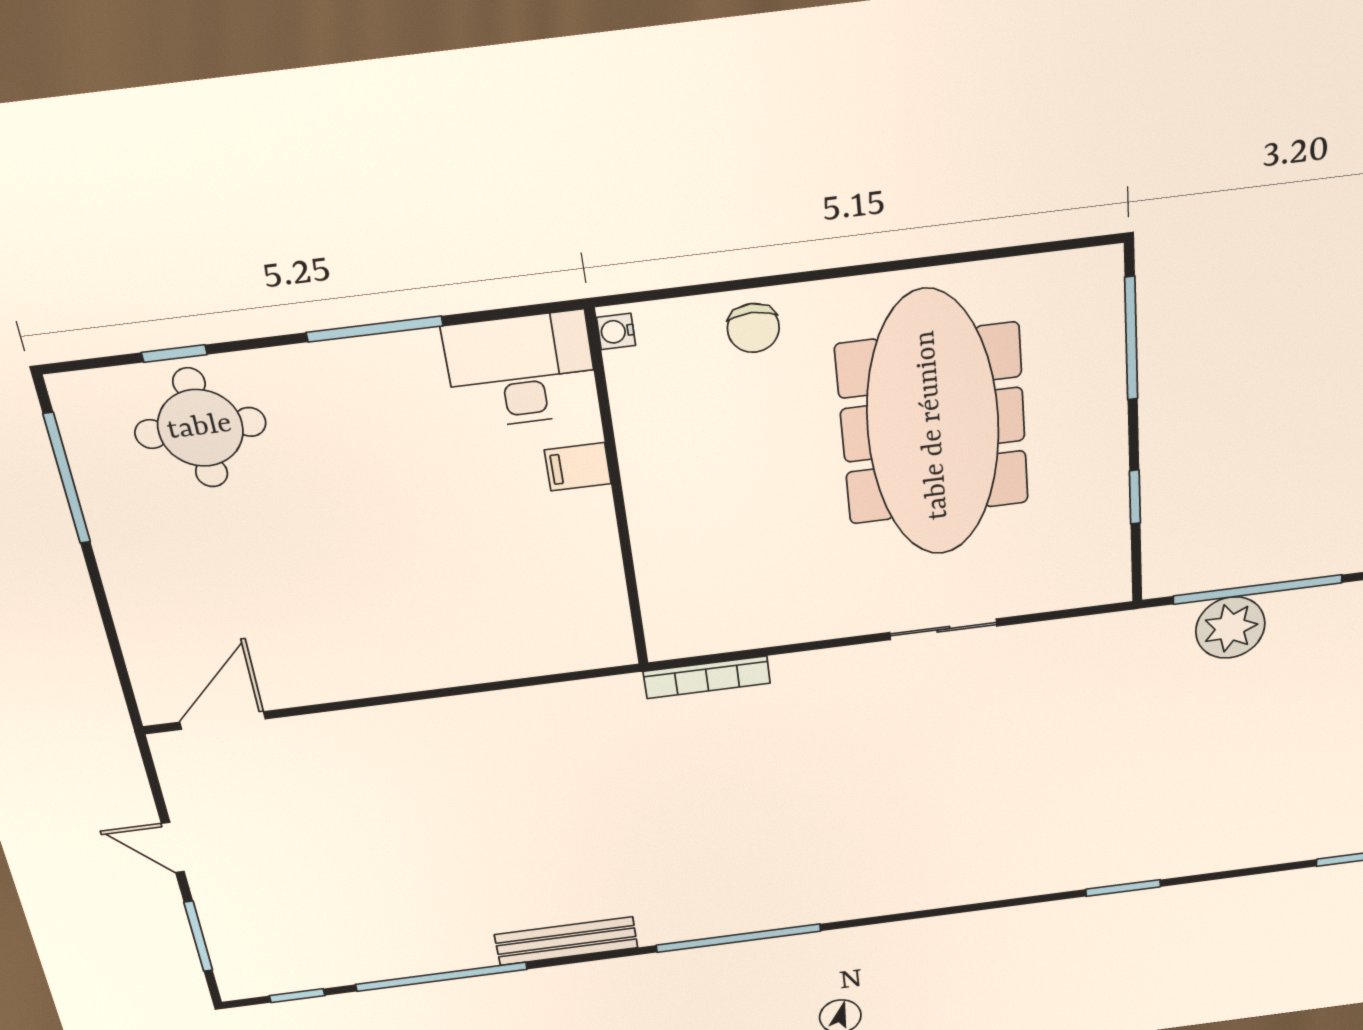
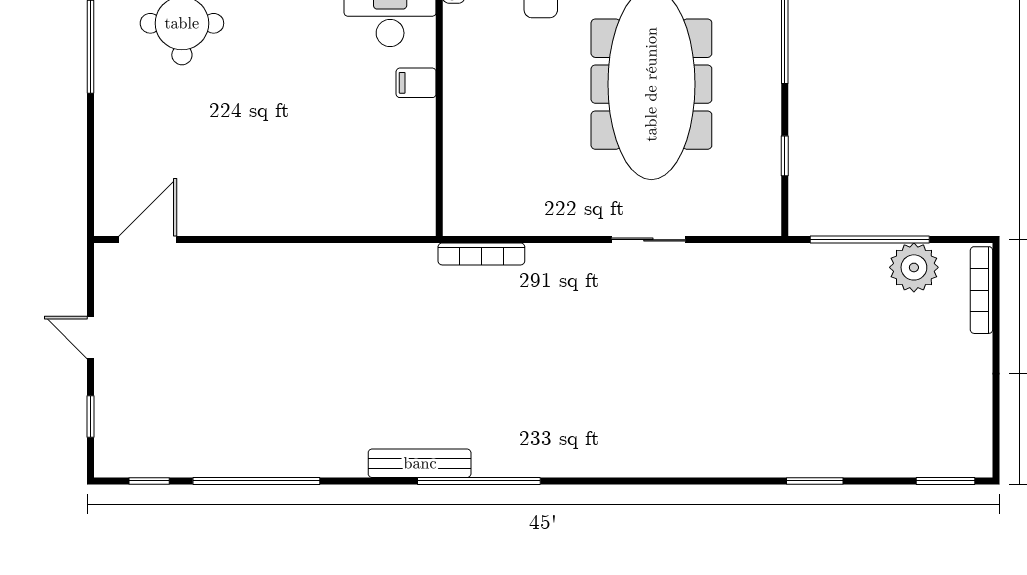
plant: (1230, 628) -> (914, 267), moved
window: (1123, 888) -> (815, 481), moved
window: (198, 936) -> (91, 416), width x0.67
bench: (566, 941) -> (420, 463), moved

